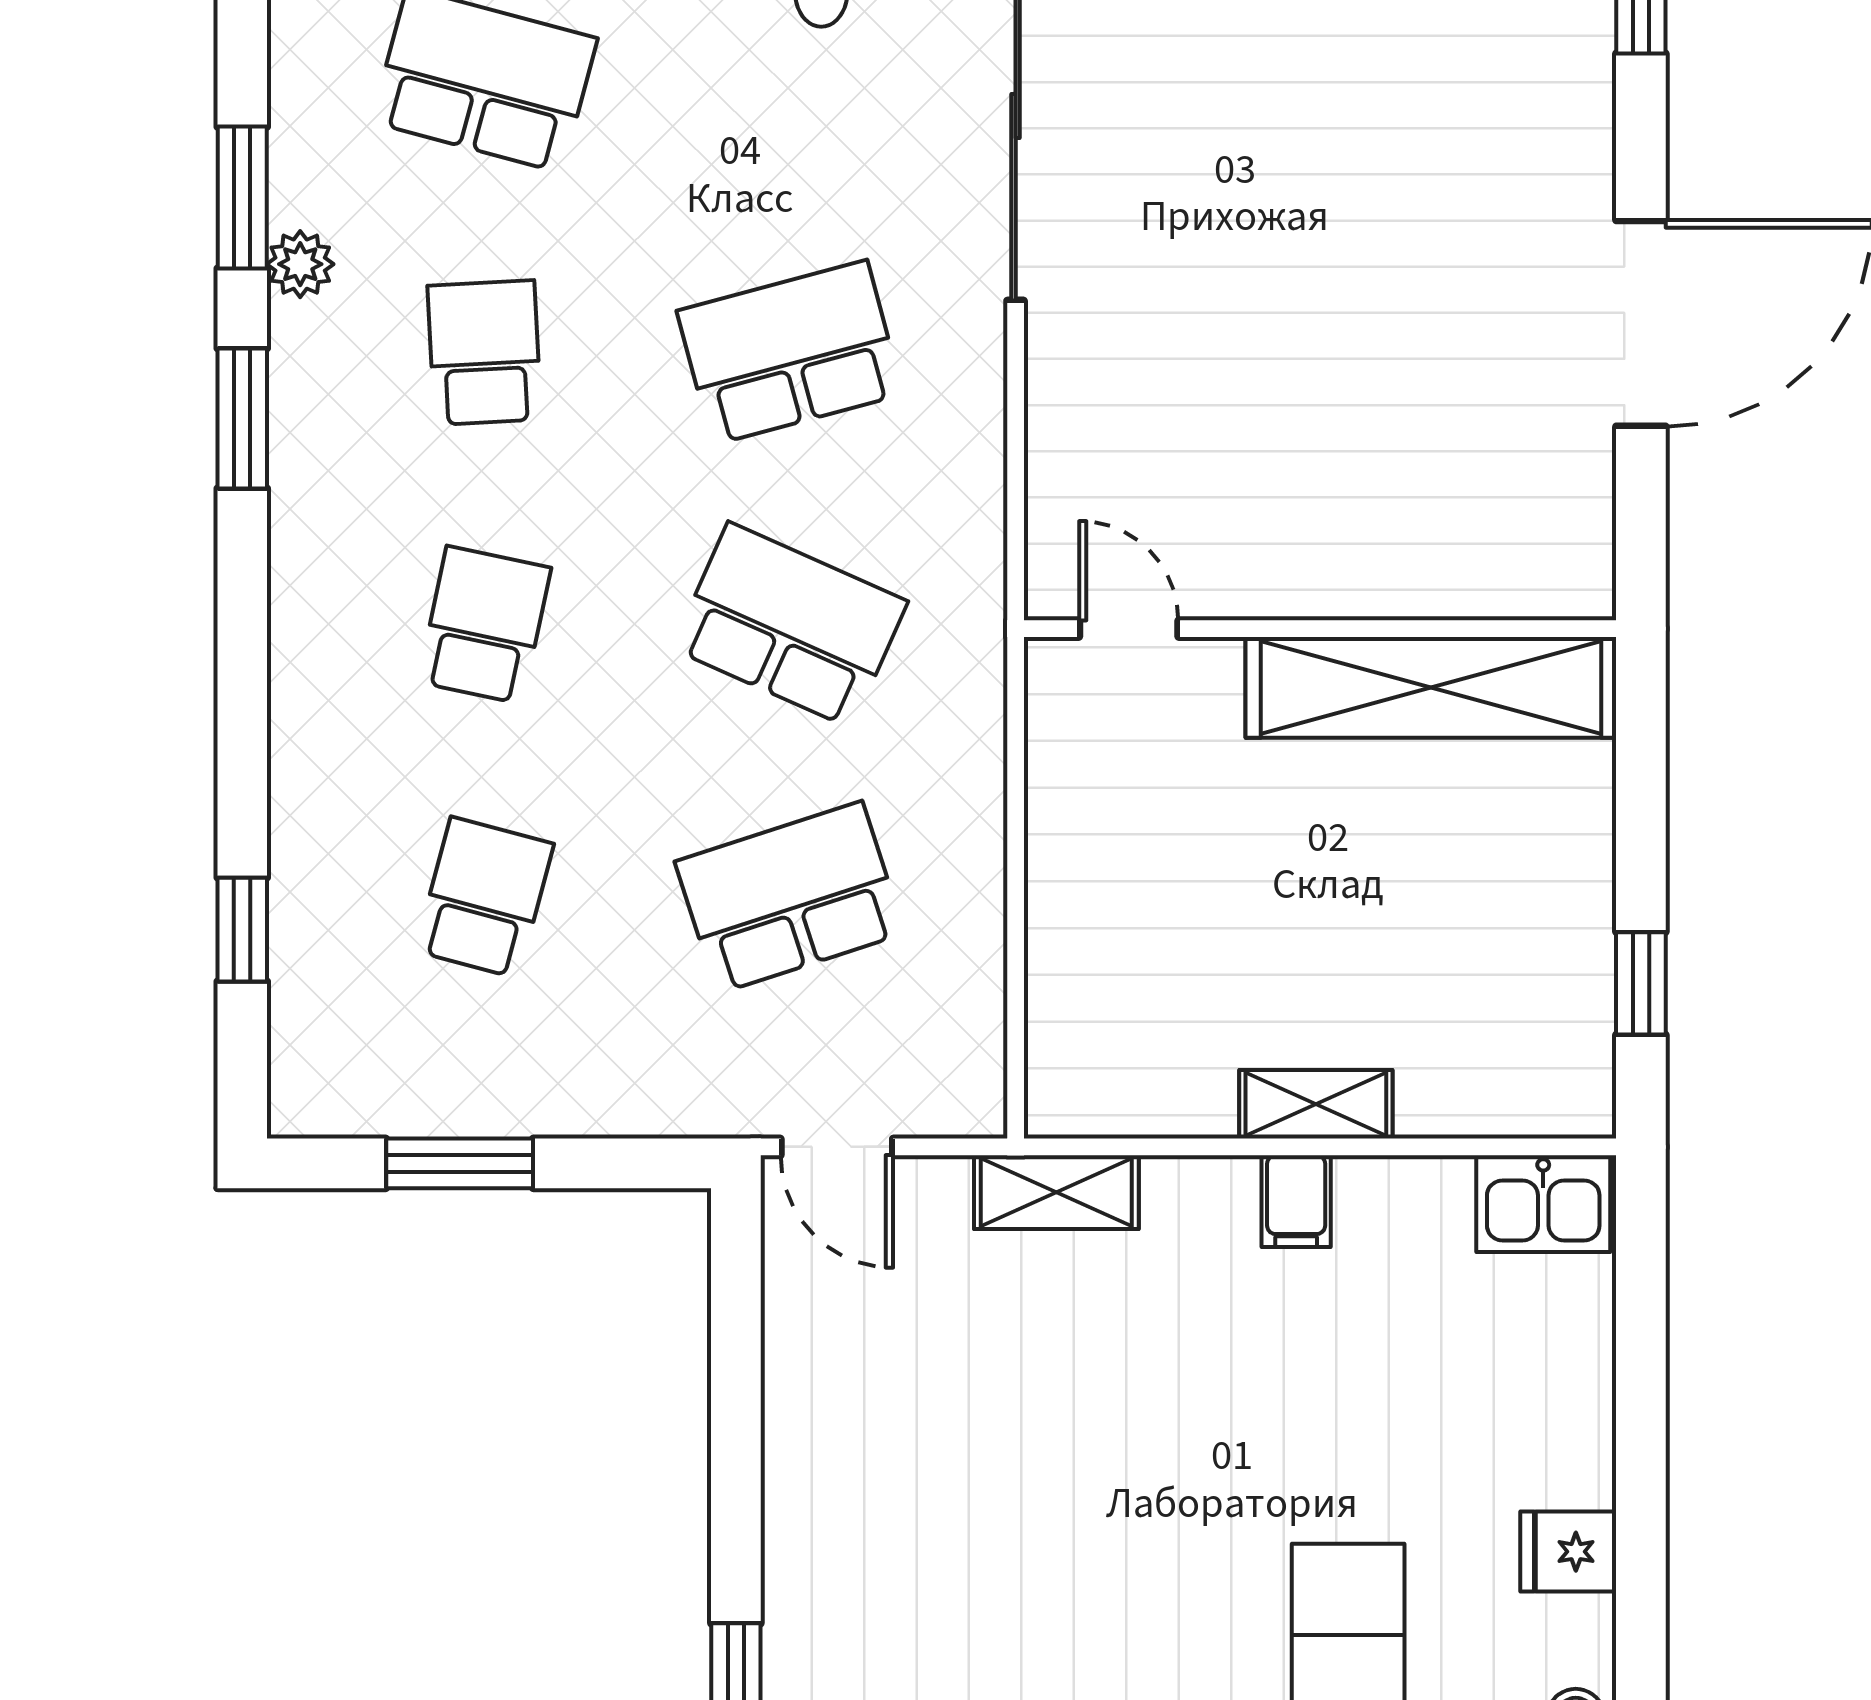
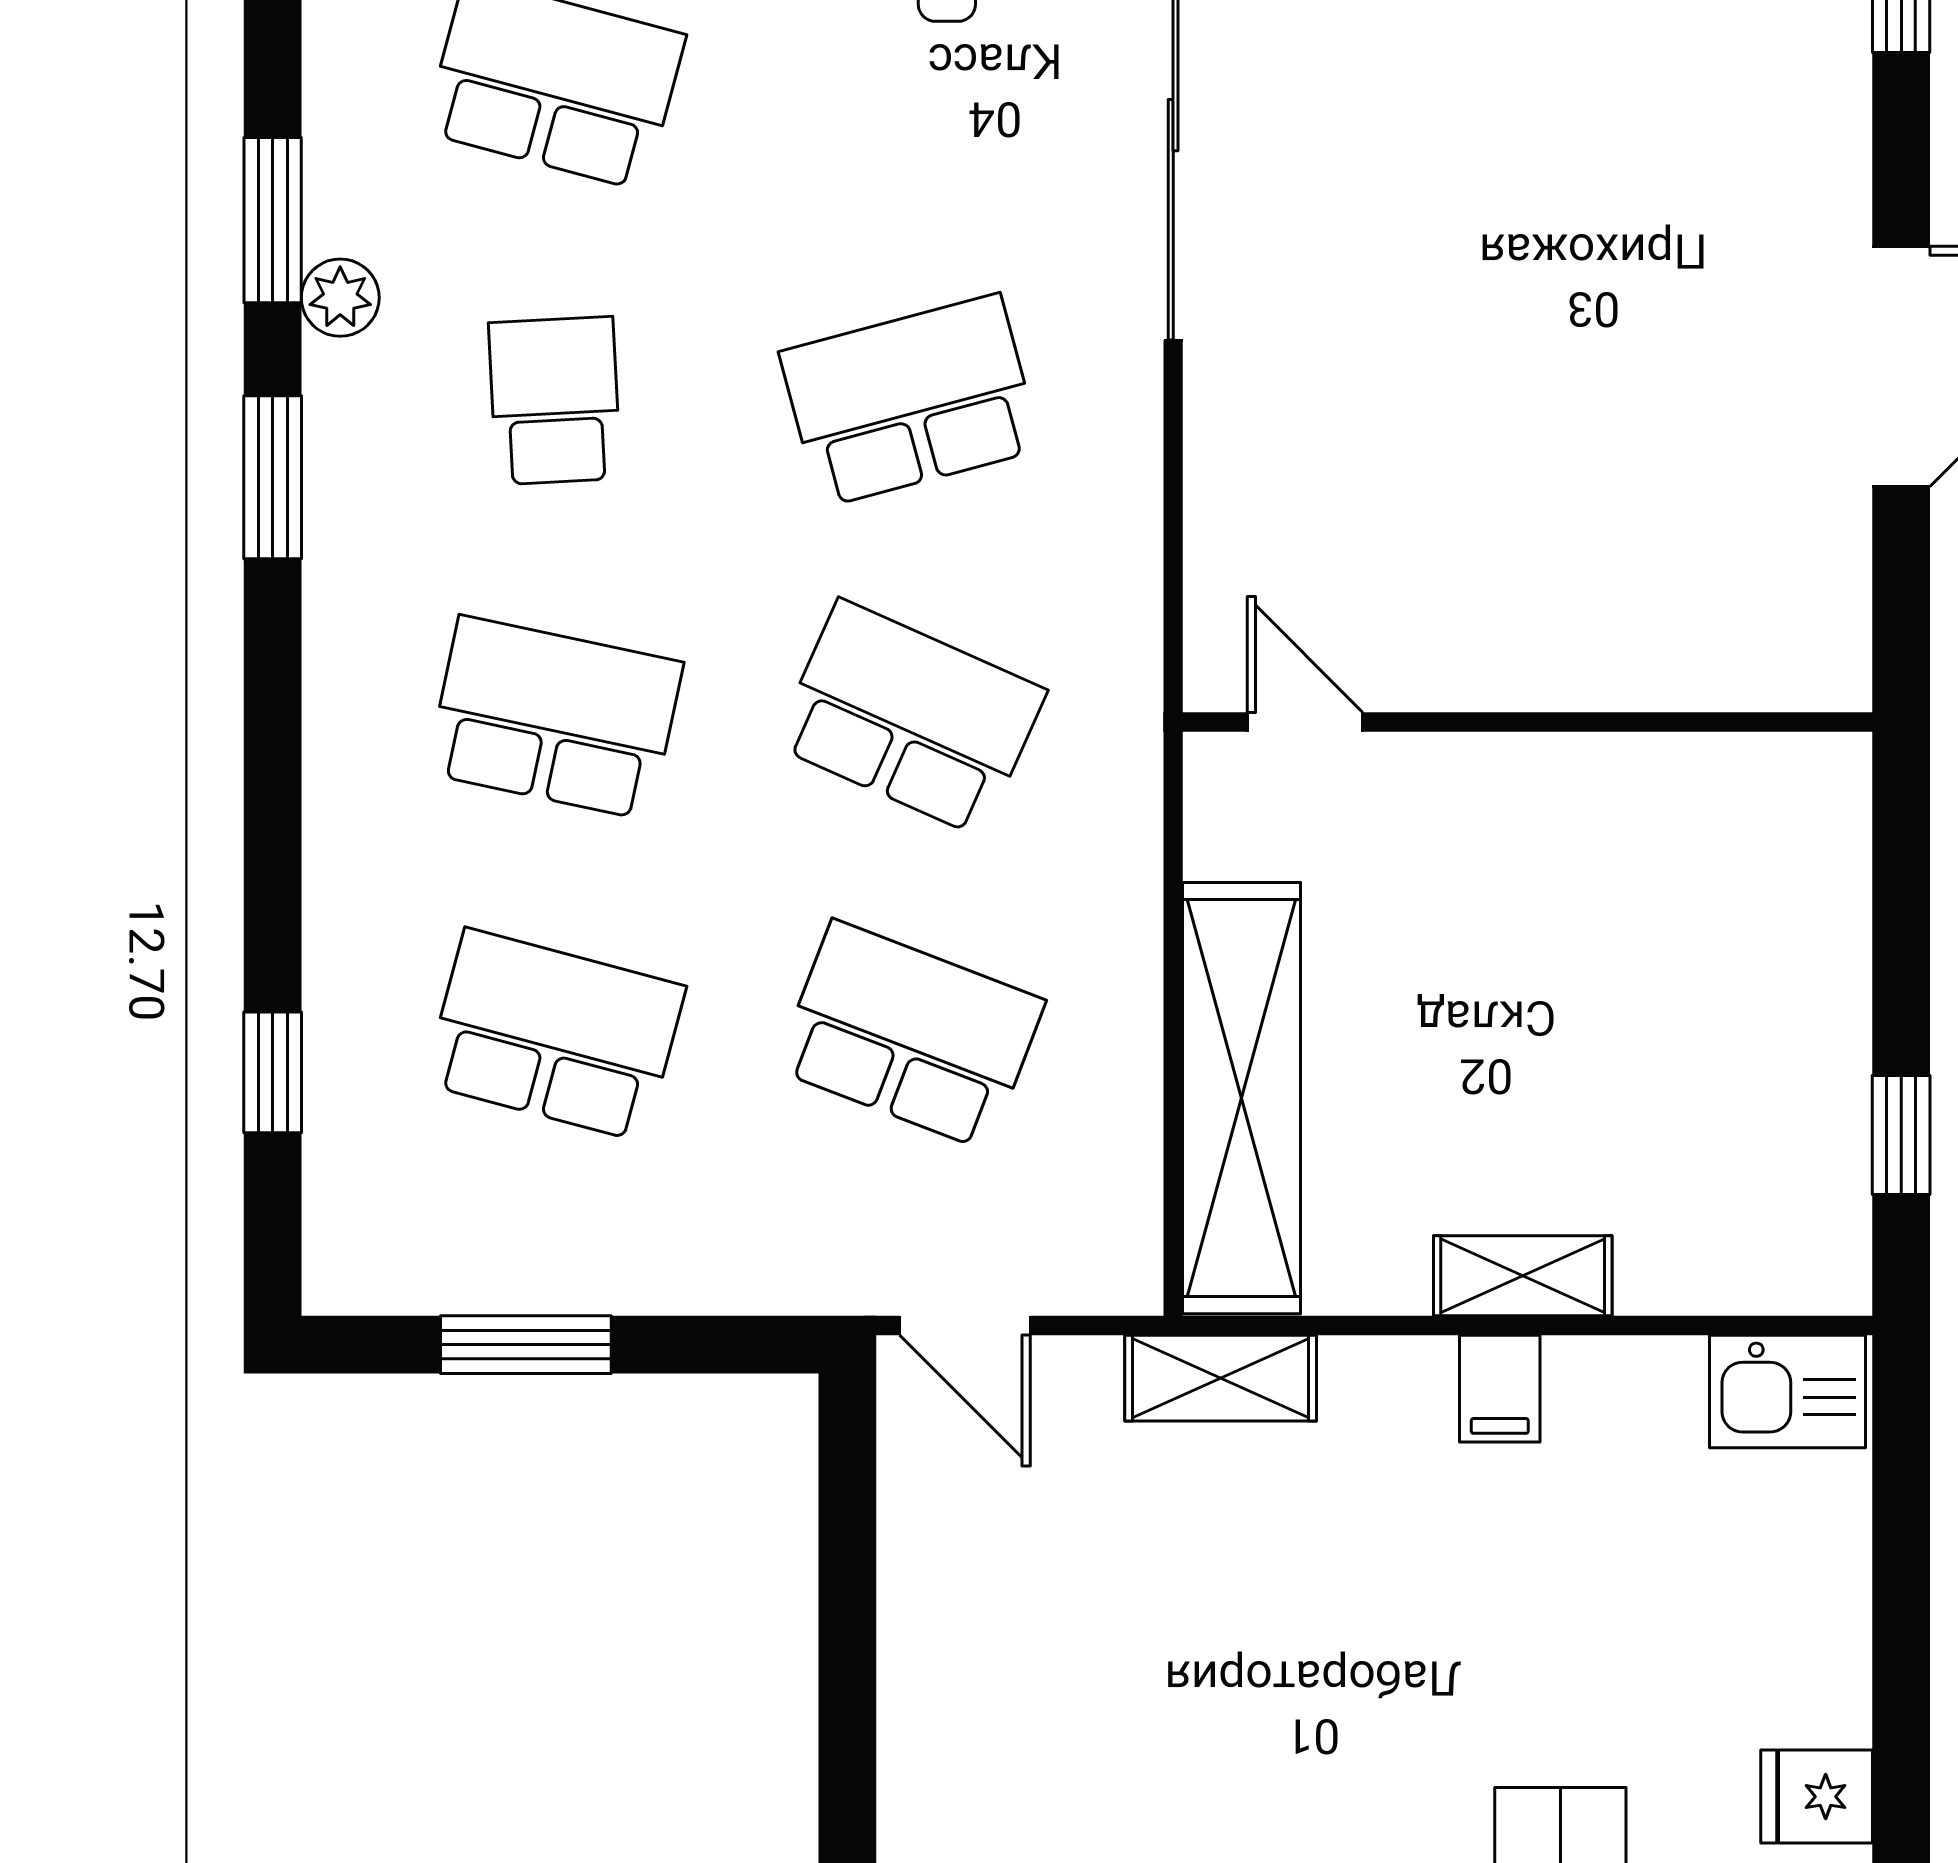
school desk: (484, 625) -> (555, 718), width x1.85
shelving: (1431, 687) -> (1241, 1098), moved, turned 90
school desk: (484, 897) -> (555, 1035), width x1.85
school desk: (790, 897) -> (910, 1035), turned 39

